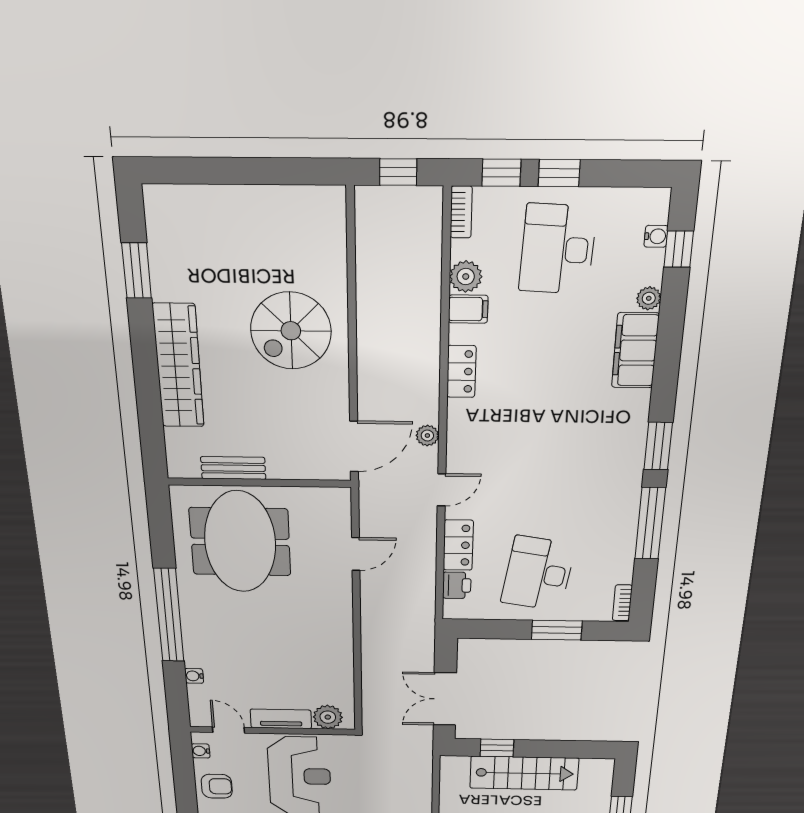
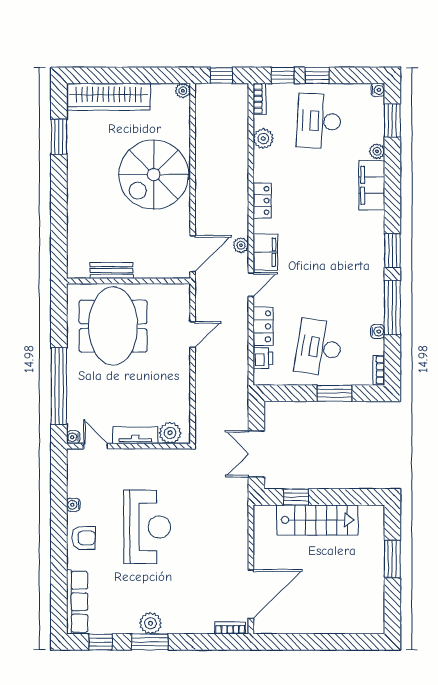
plant: (334, 197) -> (183, 91), added
water cooler: (656, 236) -> (378, 90), moved
window: (679, 249) -> (392, 120), width x1.50
filing cabinet: (468, 309) -> (265, 252), moved, width x2.00
spiral stairs: (291, 331) -> (154, 175), width x1.37, depth x1.37
wardrobe: (178, 366) -> (109, 97), moved, turned 90
water cooler: (625, 554) -> (378, 332), added
plant: (328, 717) -> (170, 433), moved
tv unit: (281, 719) -> (135, 435), moved
door: (228, 730) -> (96, 446), moved
wall: (272, 731) -> (128, 446), moved

